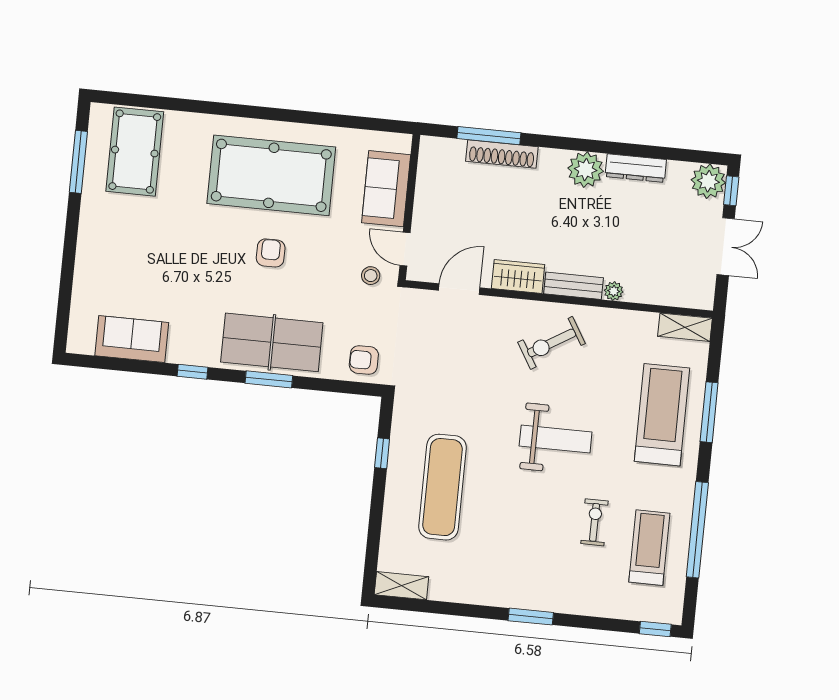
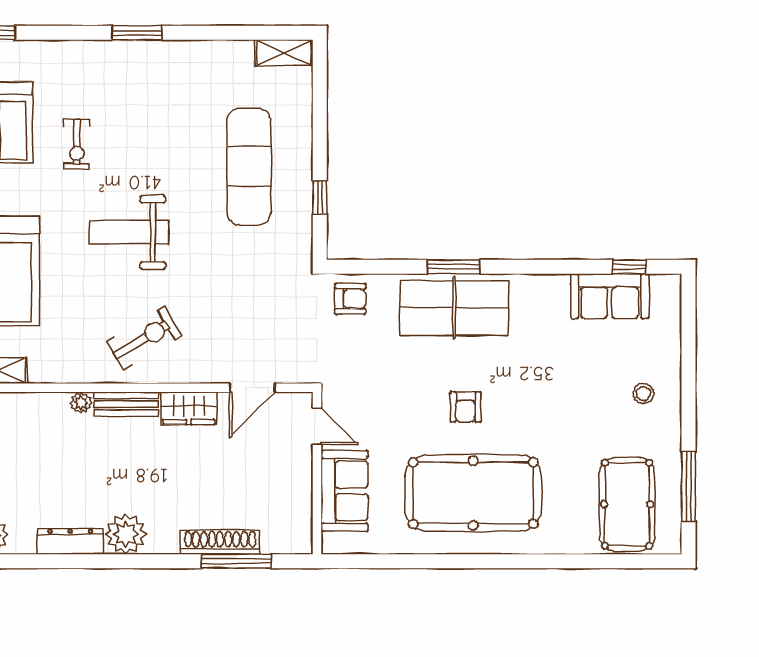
stool: (371, 276) -> (643, 393), moved
window: (192, 372) -> (629, 267), moved

